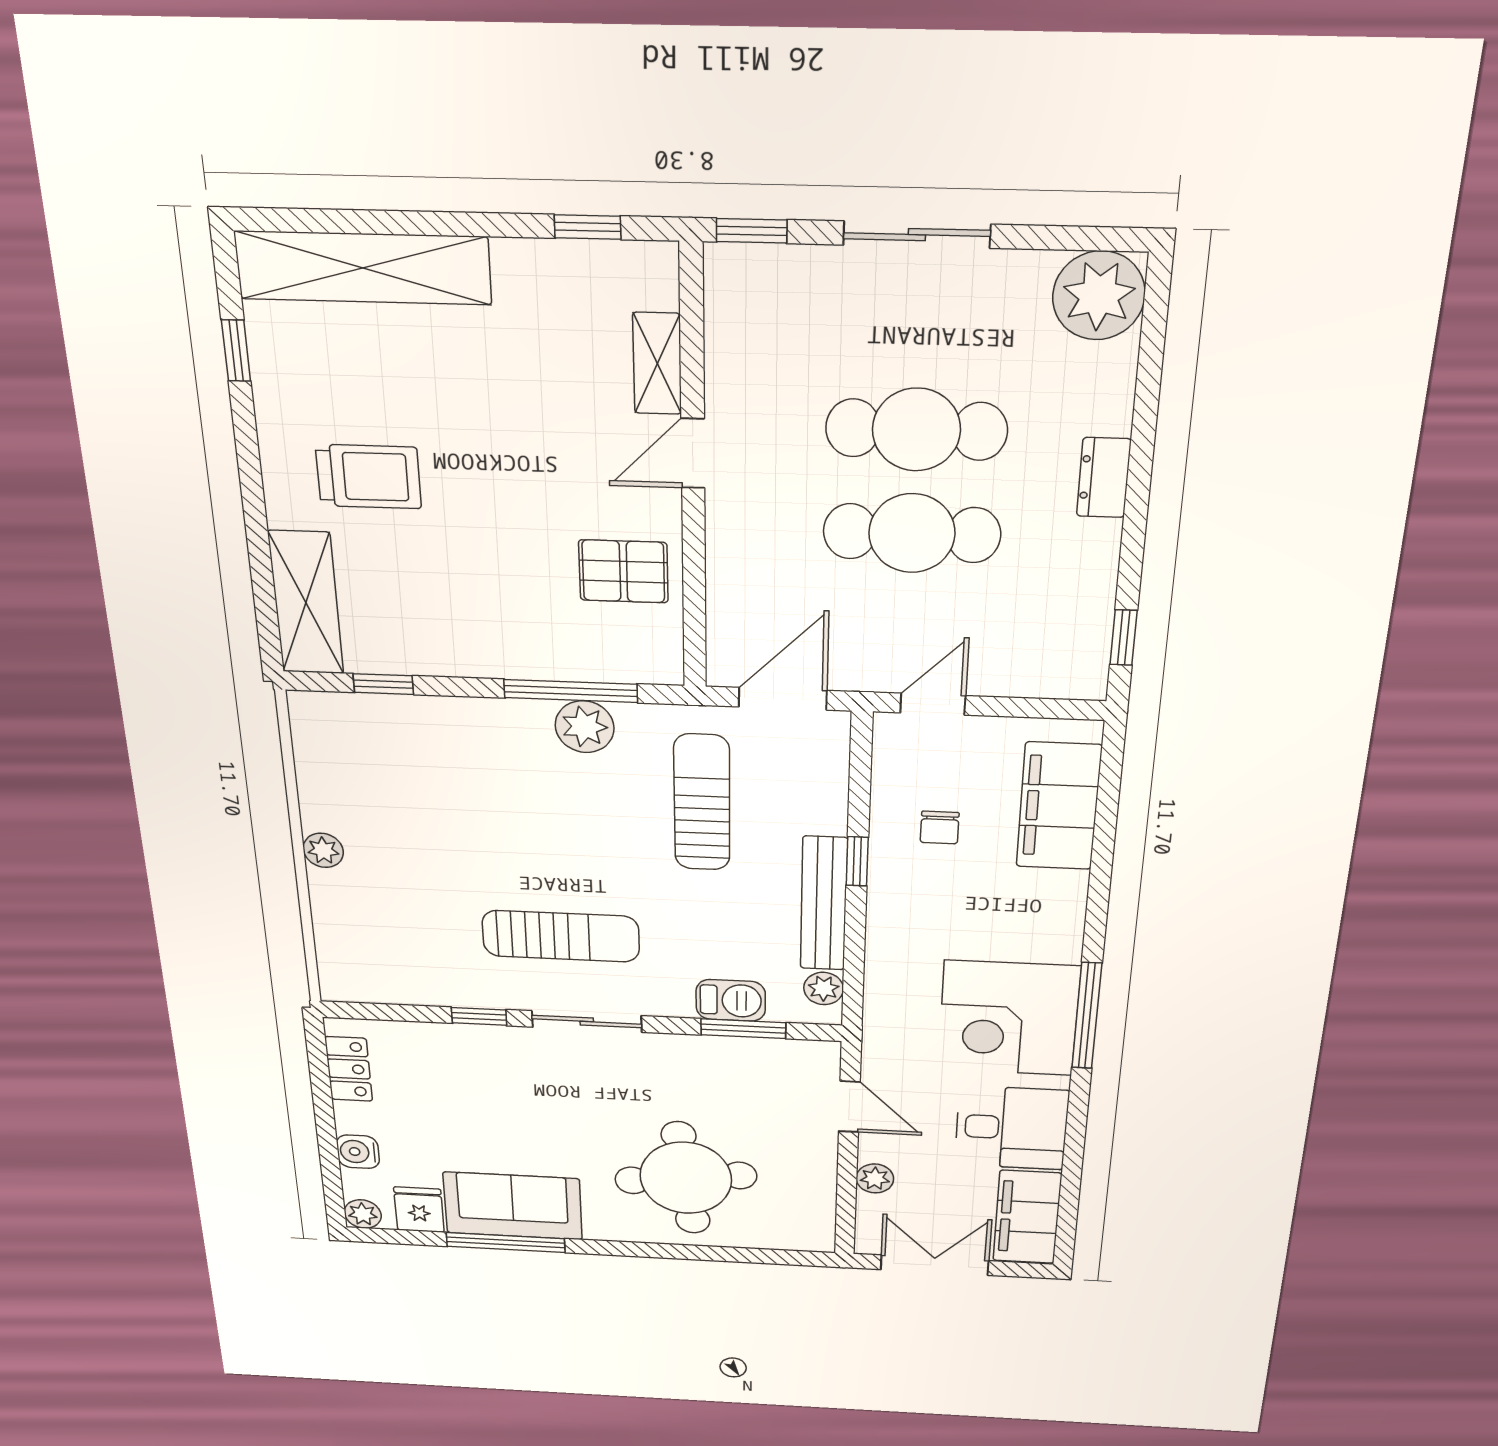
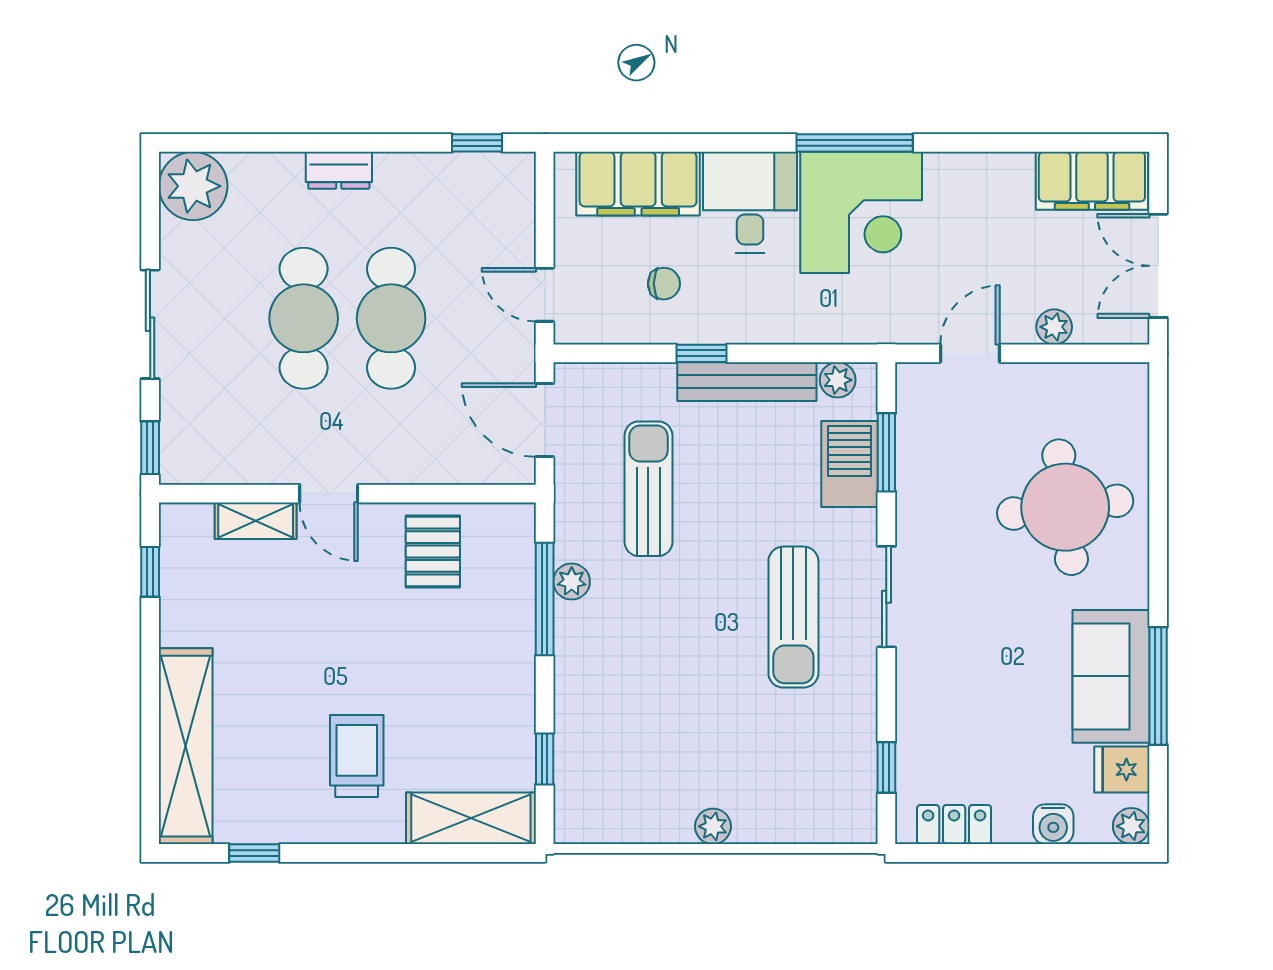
plant: (585, 727) -> (572, 581), width x0.73, depth x0.73
sun lounger: (702, 803) -> (648, 489), turned 90
sun lounger: (561, 936) -> (793, 617), turned 180
barbecue: (731, 1000) -> (849, 464), width x1.38, depth x1.27
window: (479, 1017) -> (886, 767), moved
desk: (1011, 1128) -> (750, 202), moved

